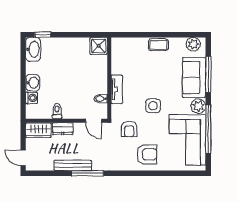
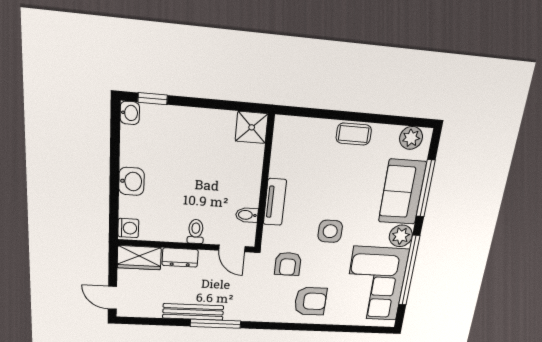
washbasin: (33, 49) -> (130, 113), width x0.52, depth x0.69
washing machine: (32, 98) -> (128, 228), moved
toilet: (57, 111) -> (196, 231), moved

